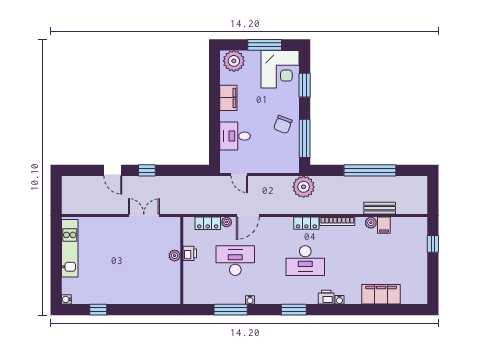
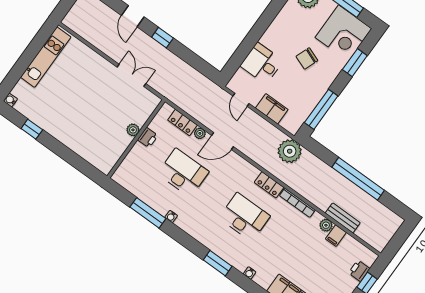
filing cabinet: (228, 98) -> (272, 109), moved, turned -90
chair: (283, 125) -> (307, 58), moved
desk: (305, 261) -> (244, 217), turned 180
printer: (326, 297) -> (359, 271), moved, turned -90
window: (294, 310) -> (218, 263), moved

